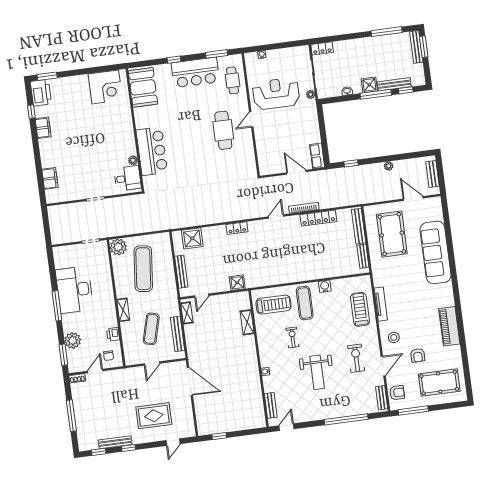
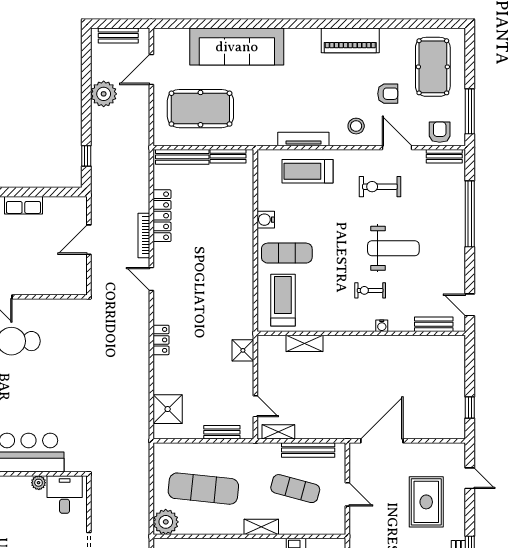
row of seats: (317, 156) -> (23, 205), moved
plant: (389, 166) -> (104, 94), width x1.87, depth x1.87
bench: (181, 272) -> (222, 432), width x0.73
exercise bike: (293, 337) -> (370, 290), moved

